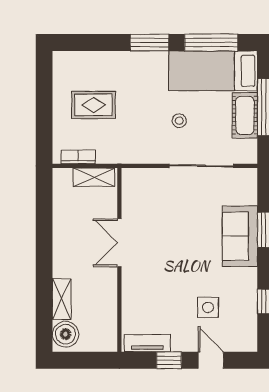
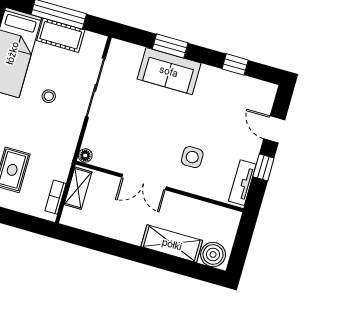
floor lamp: (129, 175) -> (85, 156), added
shelving: (62, 299) -> (172, 244), width x1.50, depth x1.33
side table: (208, 307) -> (192, 157), moved
door: (211, 360) -> (274, 129), hinge flipped

